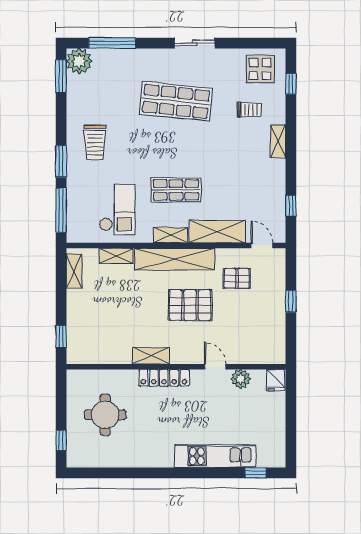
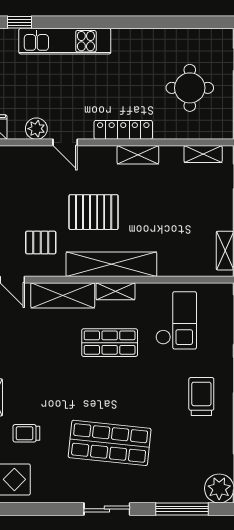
sliding door: (195, 43) -> (107, 509), moved
checkout: (117, 210) -> (176, 320), turned 180
shelving: (116, 256) -> (203, 154), moved

